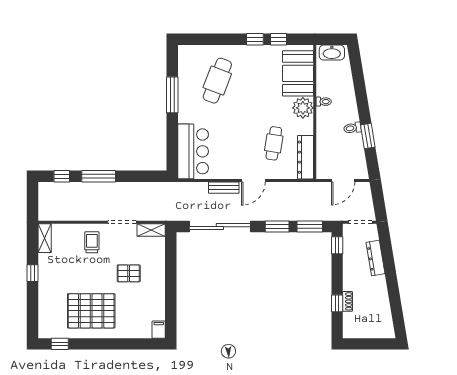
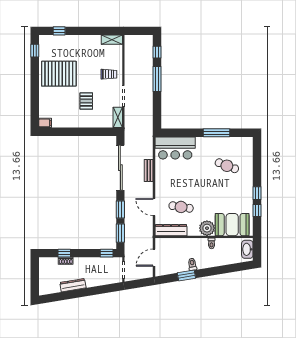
cafe table: (217, 81) -> (227, 166), width x0.73, depth x0.74
door: (253, 180) -> (154, 207), moved
door: (343, 180) -> (154, 258), hinge flipped
dresser: (375, 258) -> (73, 285), moved
window: (33, 273) -> (59, 31), moved
pallet: (91, 311) -> (59, 74), turned 90

